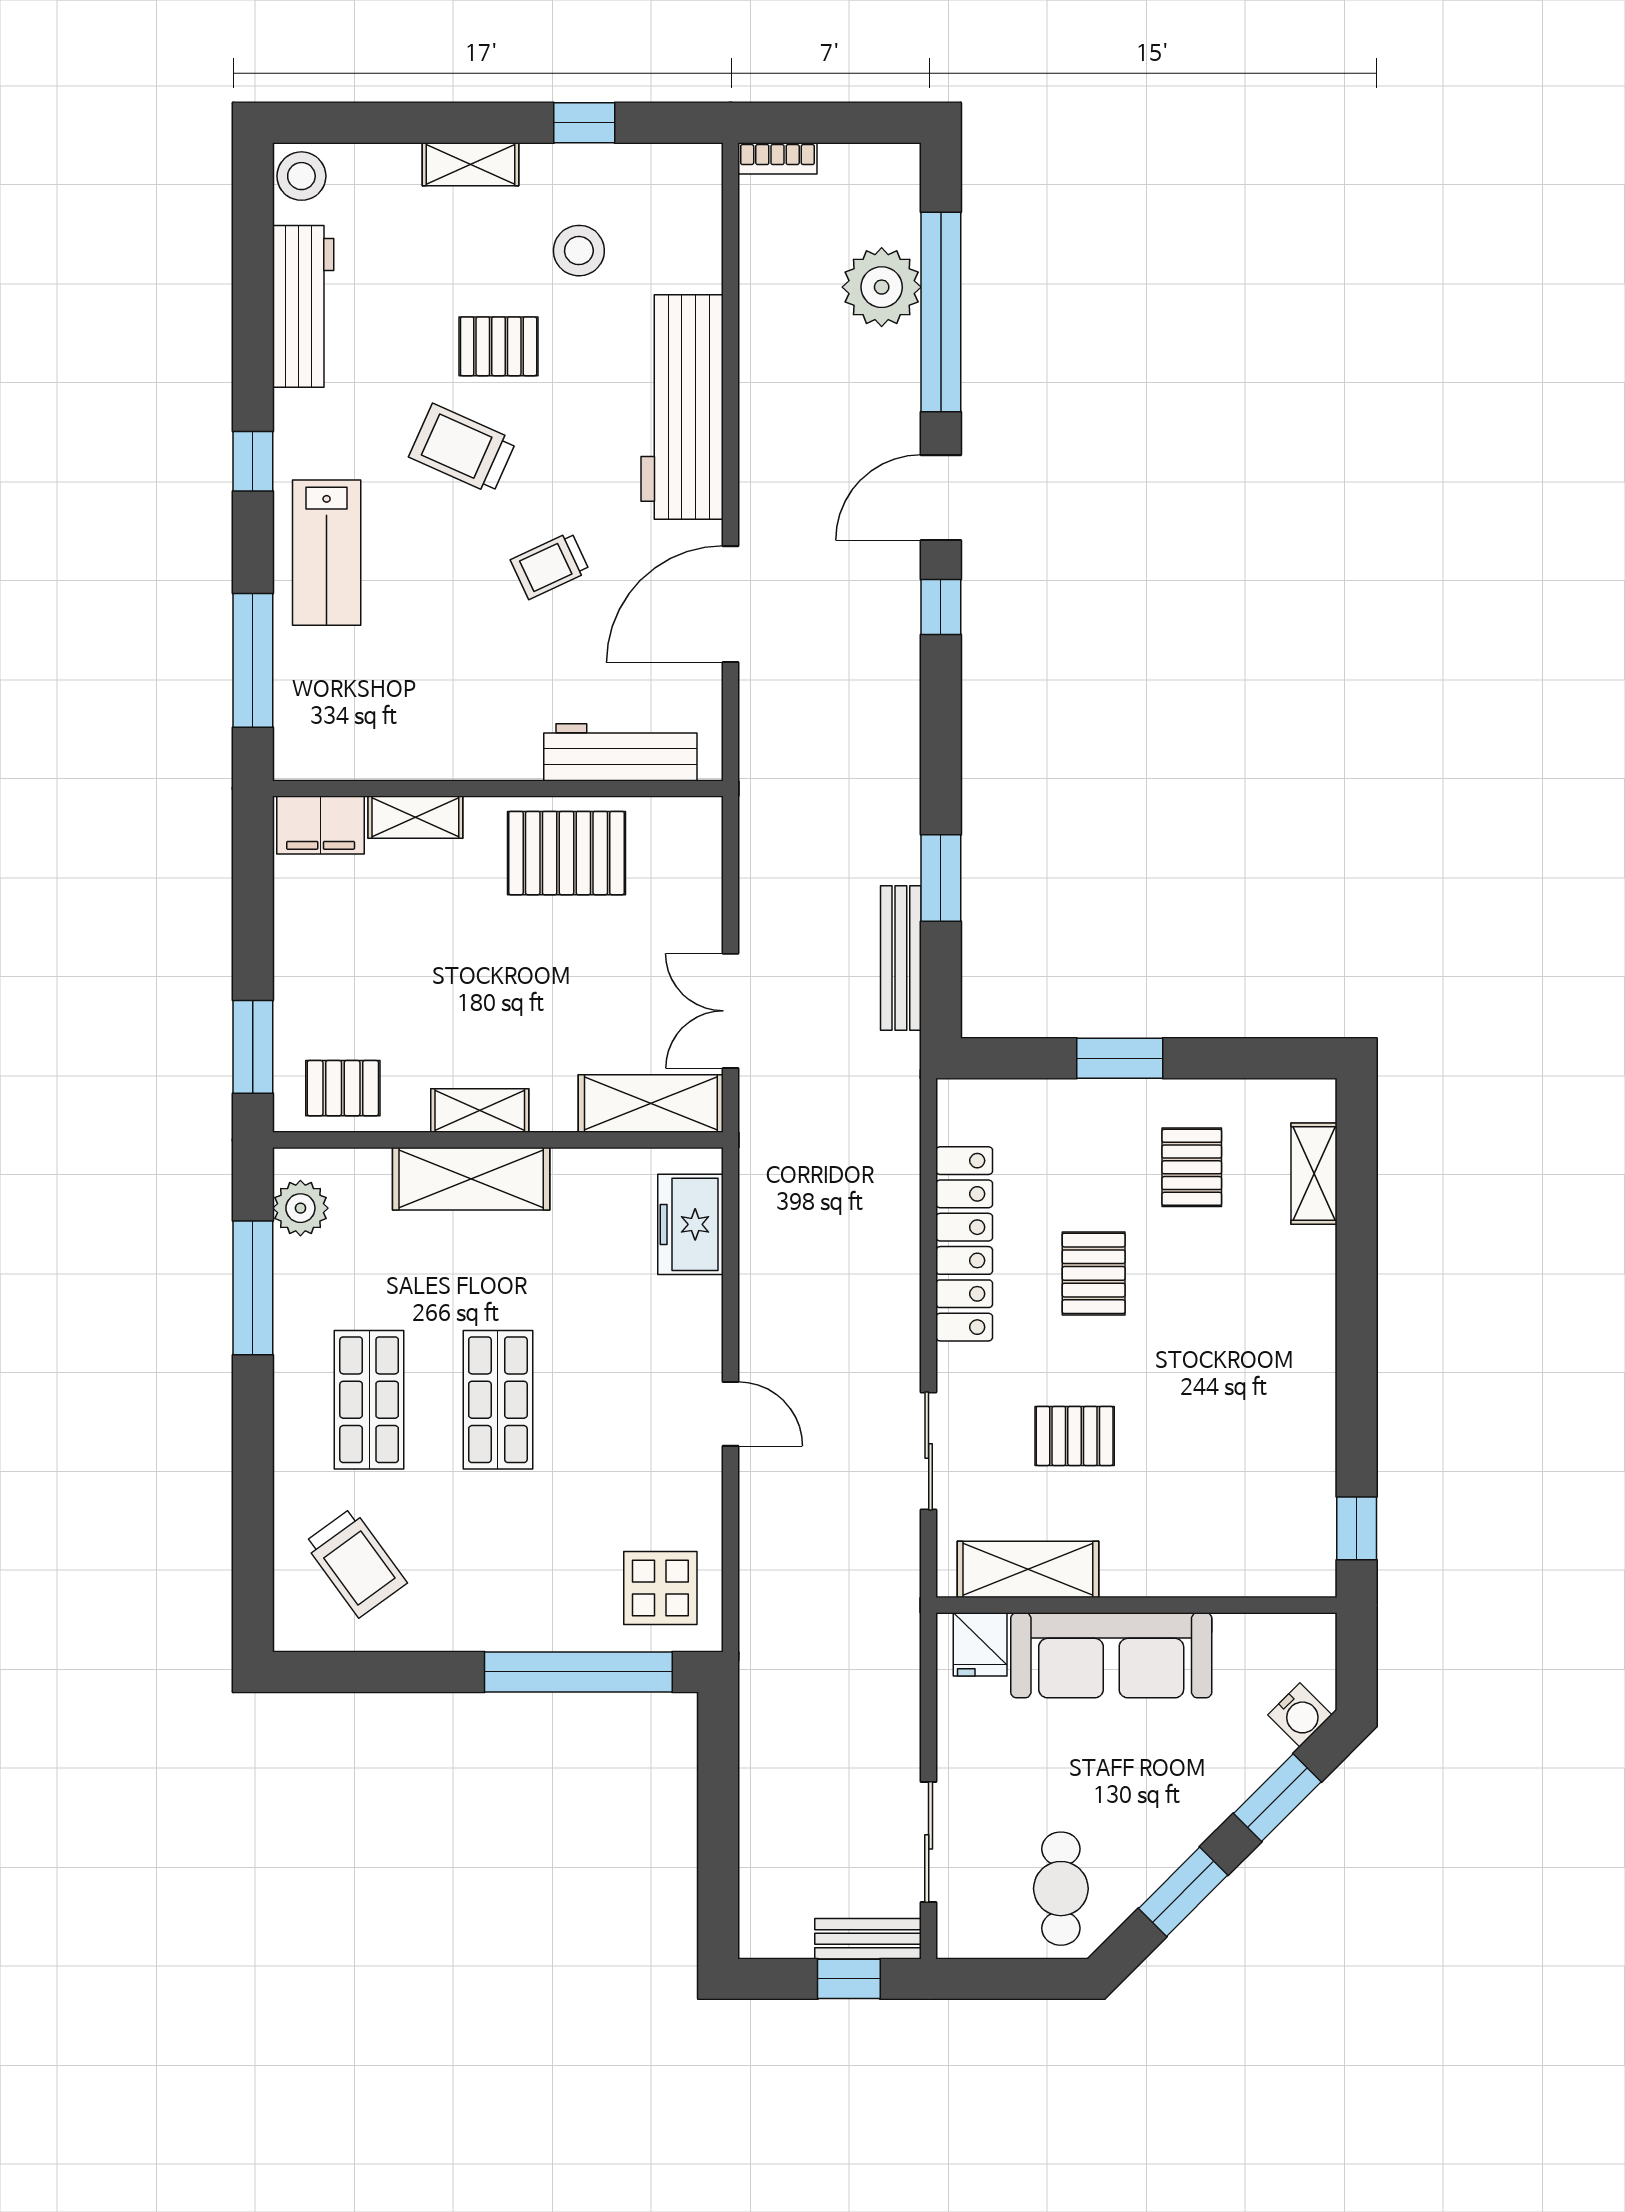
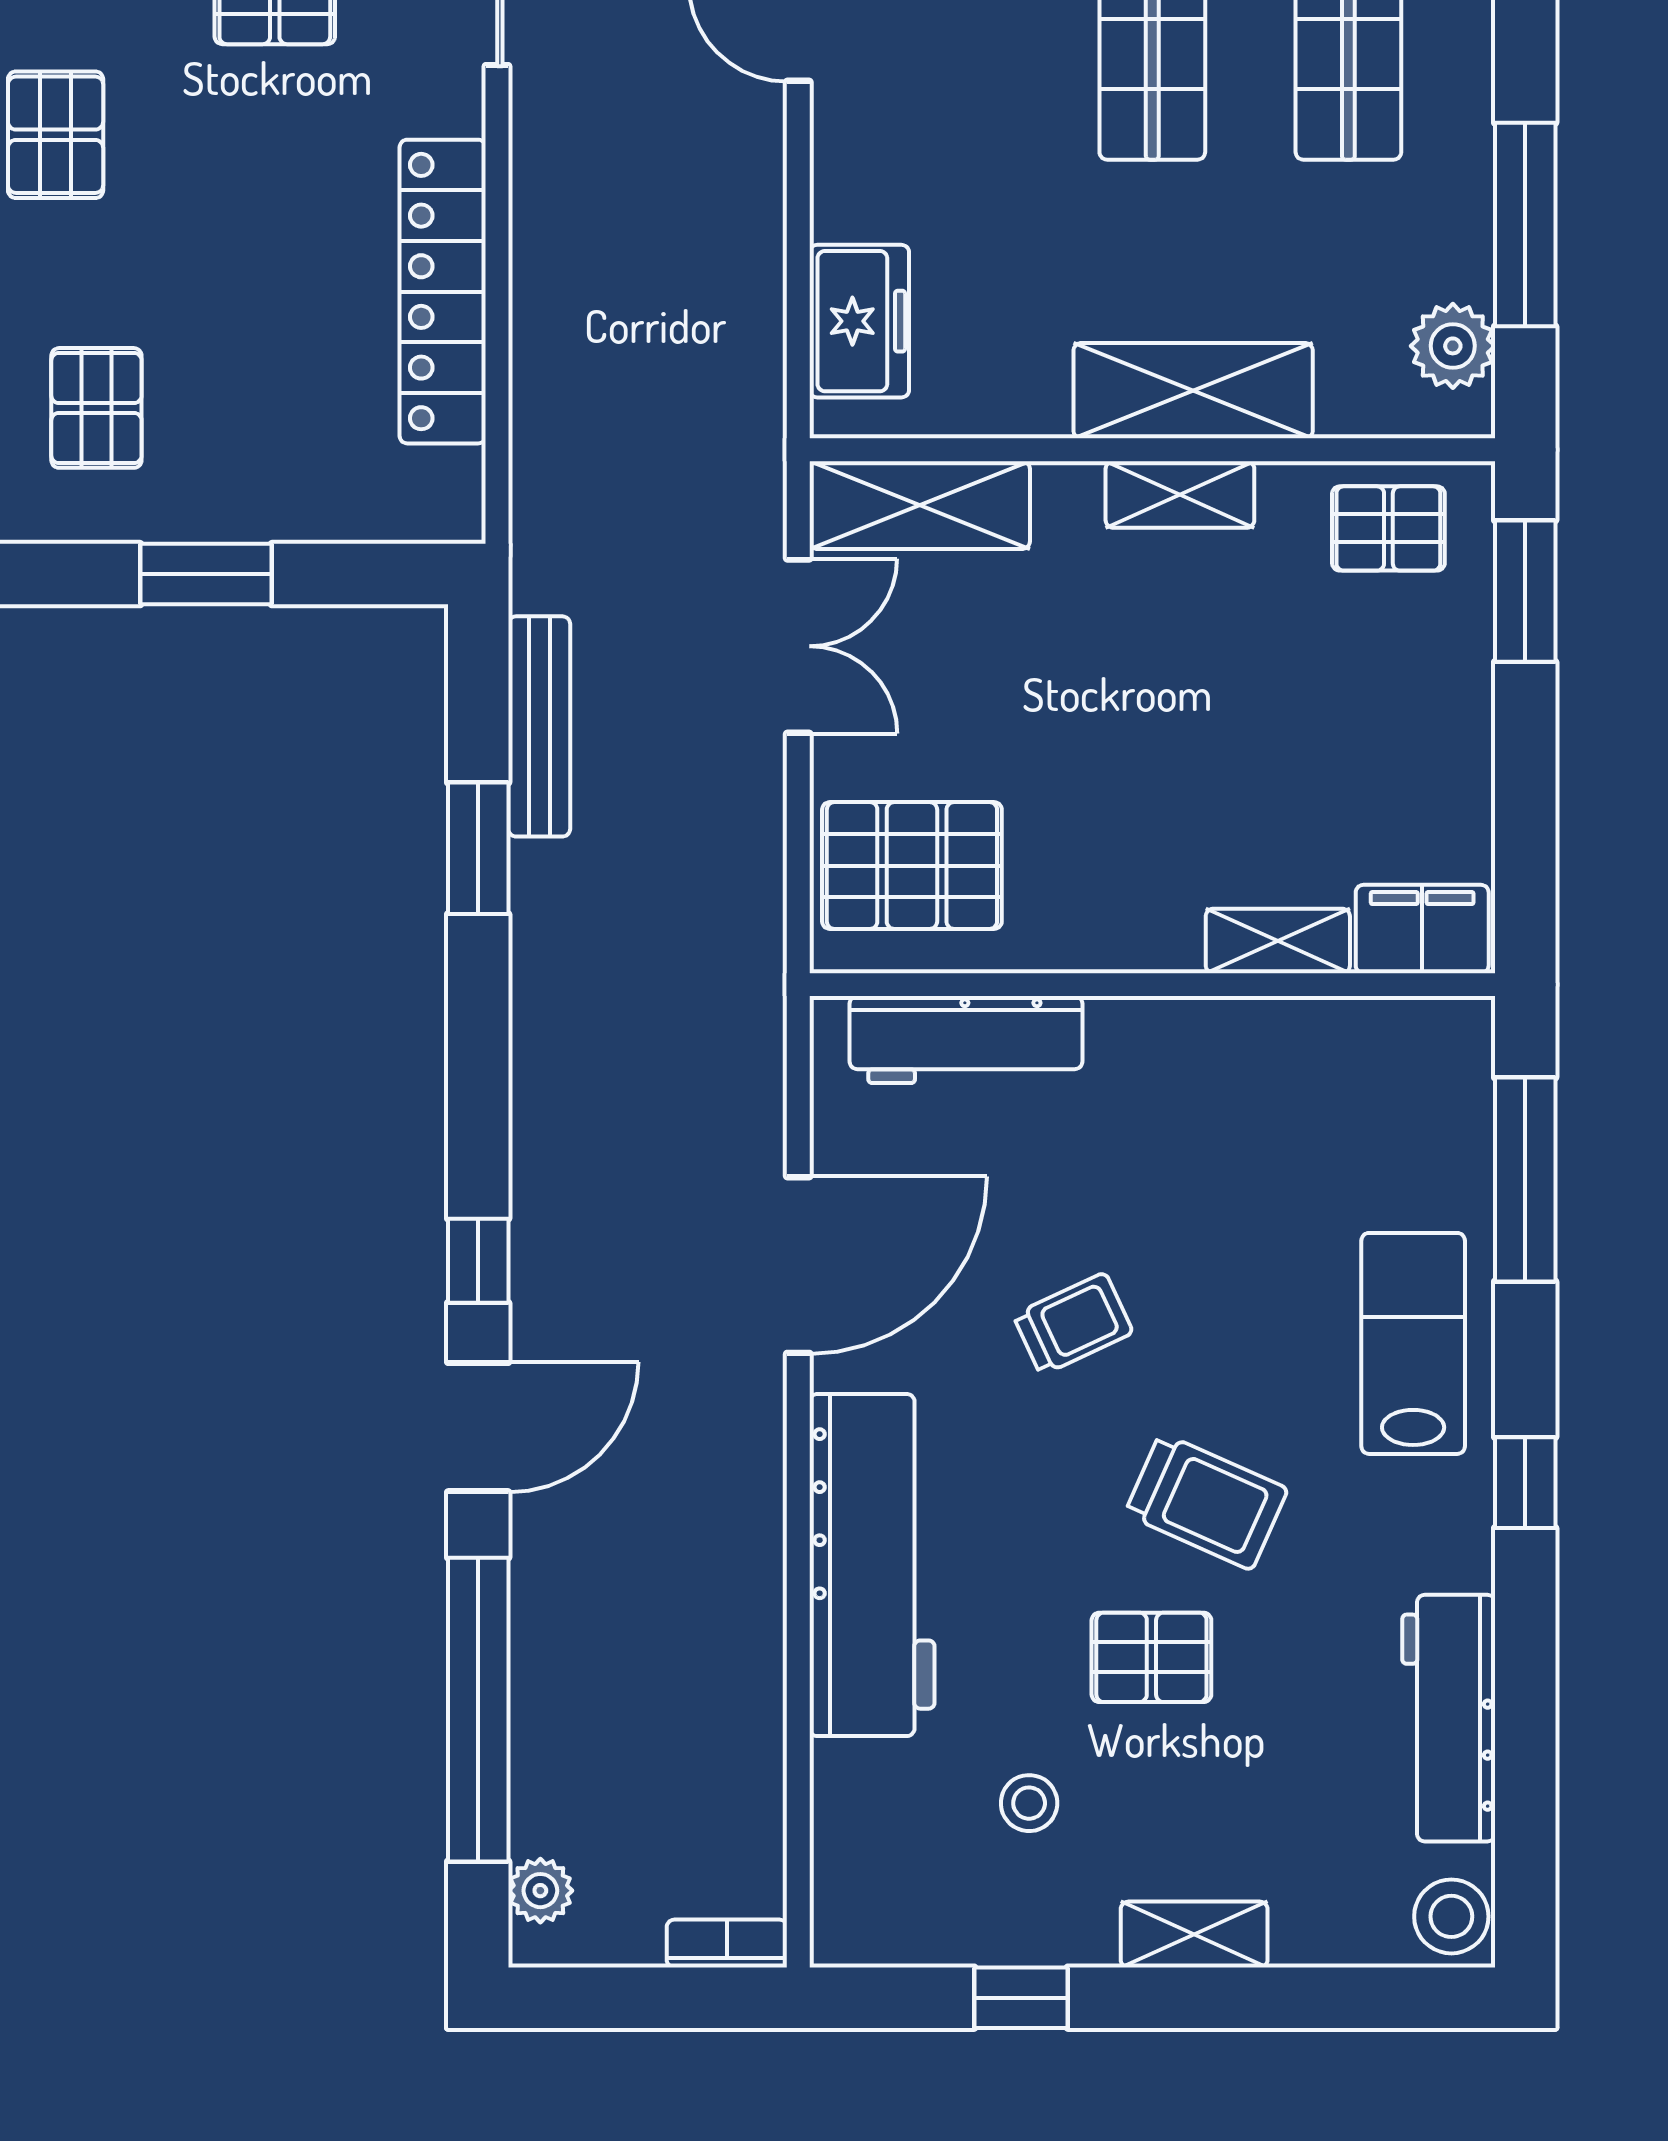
stool: (579, 251) -> (1029, 1803), width x0.73, depth x0.73
plant: (882, 287) -> (540, 1891), moved, width x0.53, depth x0.53
pallet: (567, 853) -> (912, 866), moved
pallet: (1094, 1273) -> (56, 135), moved

